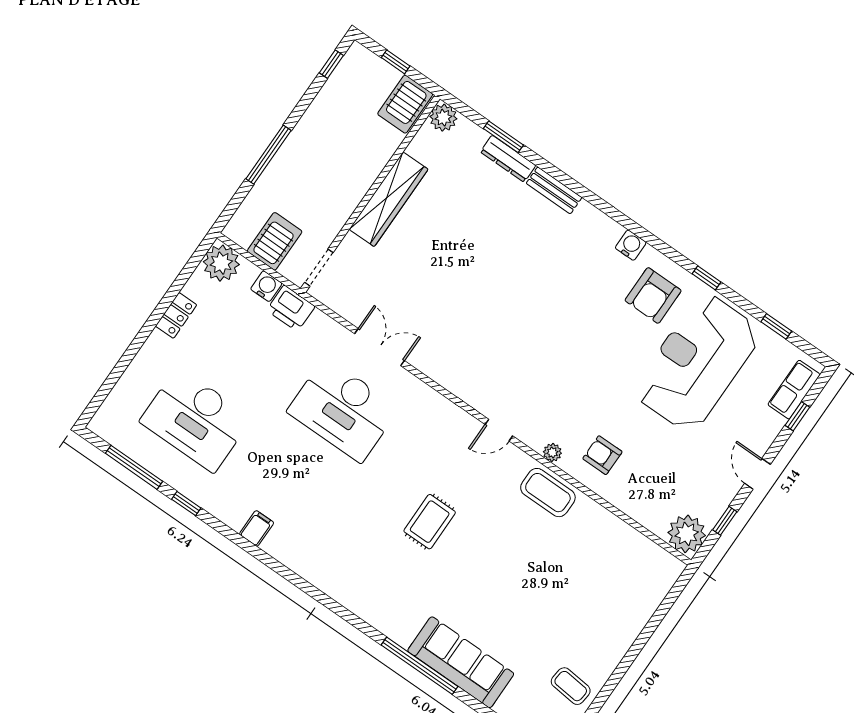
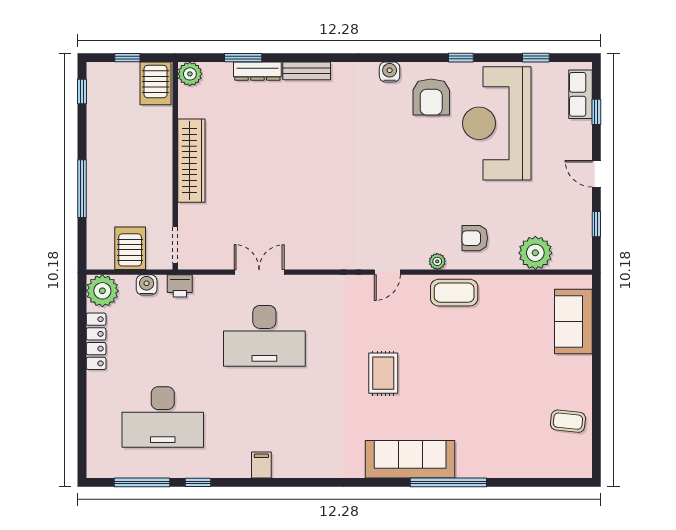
printer: (291, 308) -> (180, 286), width x0.73, depth x0.81
locker: (176, 315) -> (96, 341), width x1.53
plant: (687, 534) -> (535, 253), moved
sofa: (640, 597) -> (573, 321), added
sofa: (461, 662) -> (410, 459), moved

